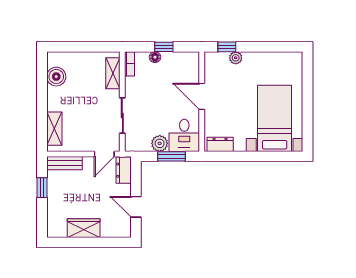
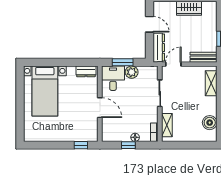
plant: (236, 58) -> (74, 137), removed
dresser: (124, 170) -> (159, 48), width x1.44

